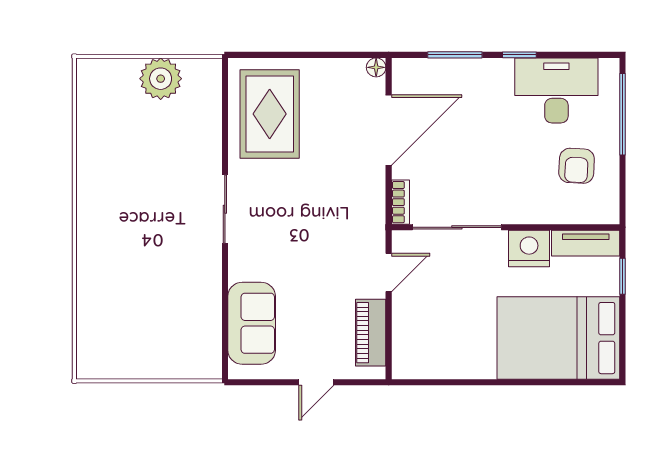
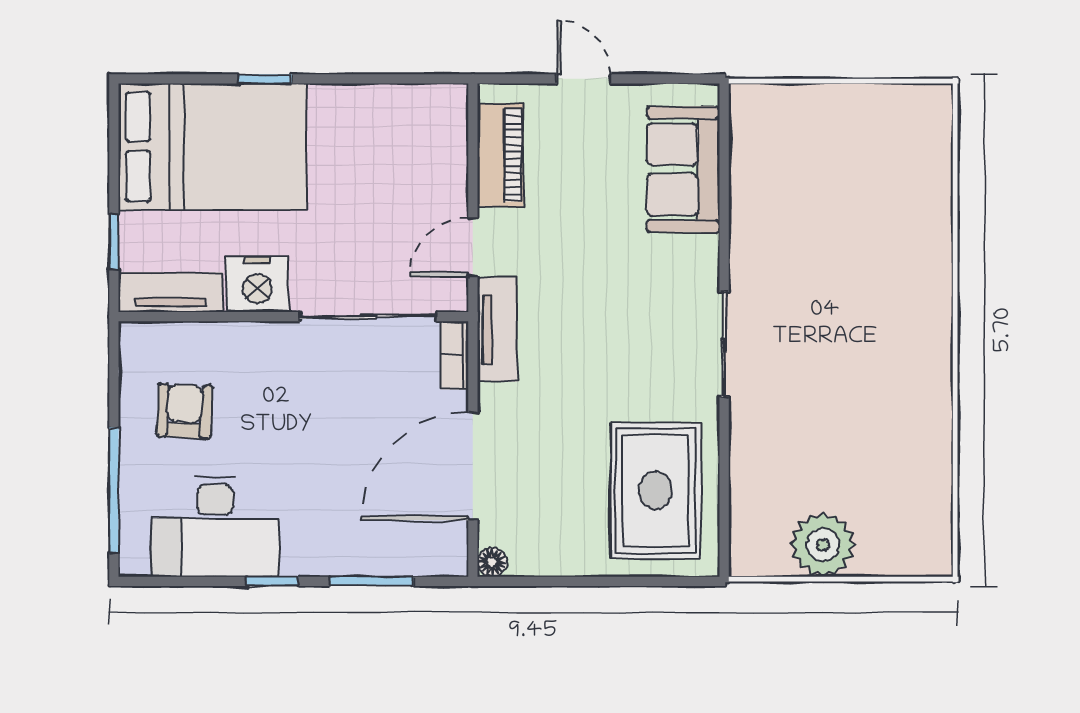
tv unit: (373, 219) -> (497, 329), added
door: (316, 382) -> (584, 79), hinge flipped
window: (524, 382) -> (265, 79), added

